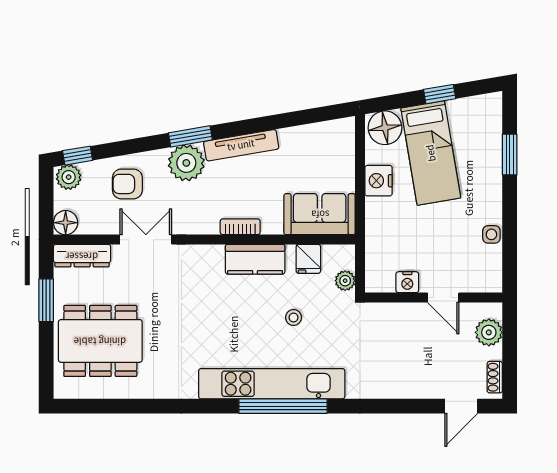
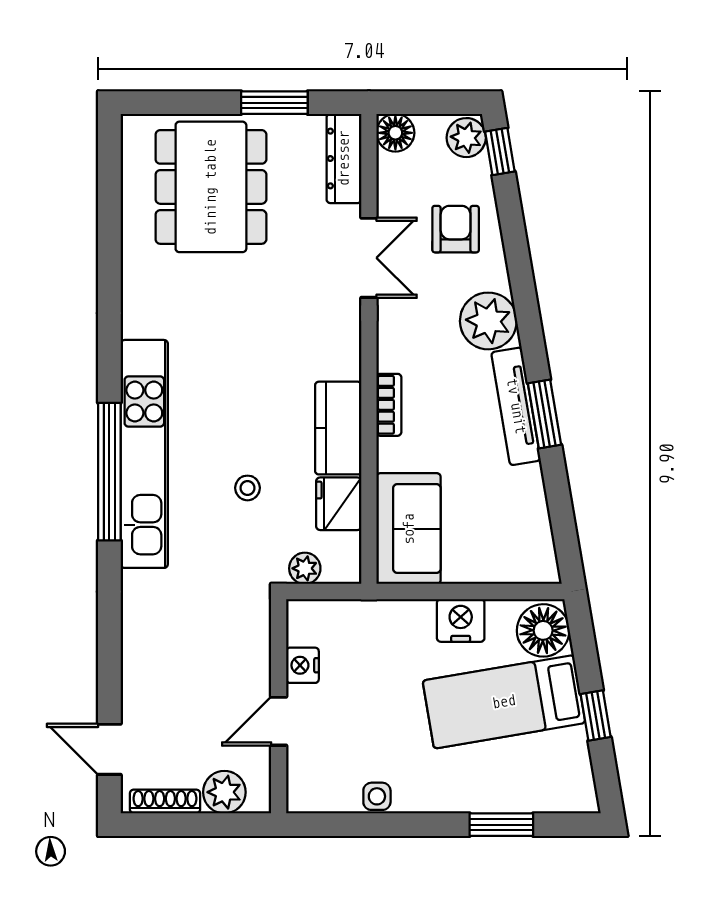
window: (190, 136) -> (544, 414), moved
fridge: (308, 259) -> (339, 504), width x1.38
shoe rack: (495, 377) -> (165, 801), width x1.43

